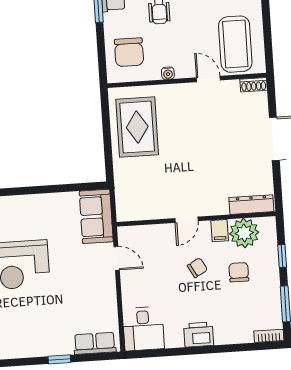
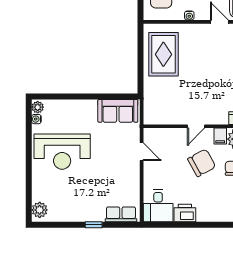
sofa: (96, 216) -> (118, 111), moved, turned -90
chair: (197, 268) -> (202, 163), width x1.87, depth x1.87
printer: (199, 335) -> (185, 213), moved

